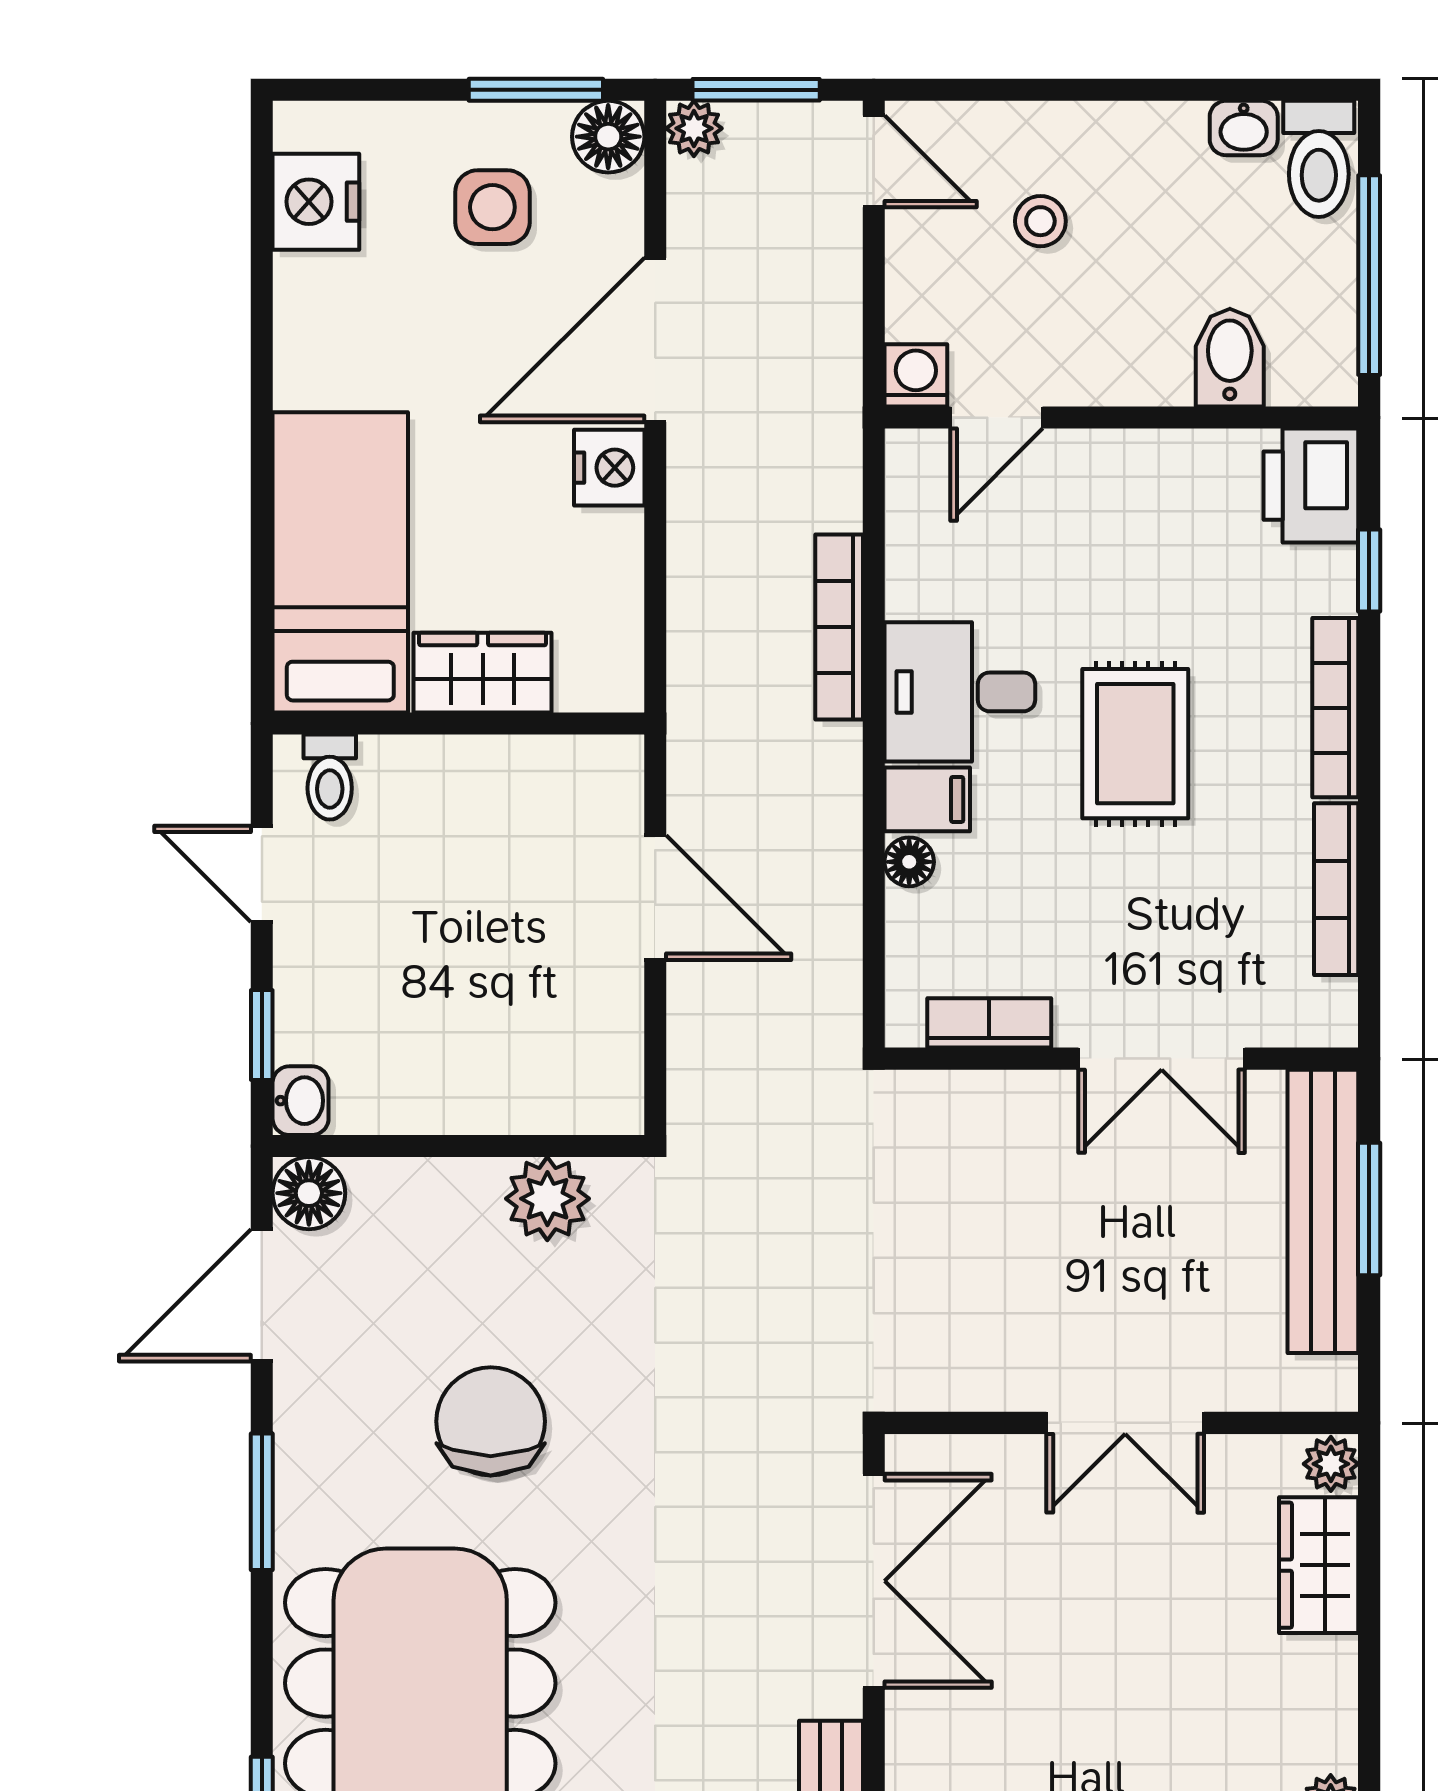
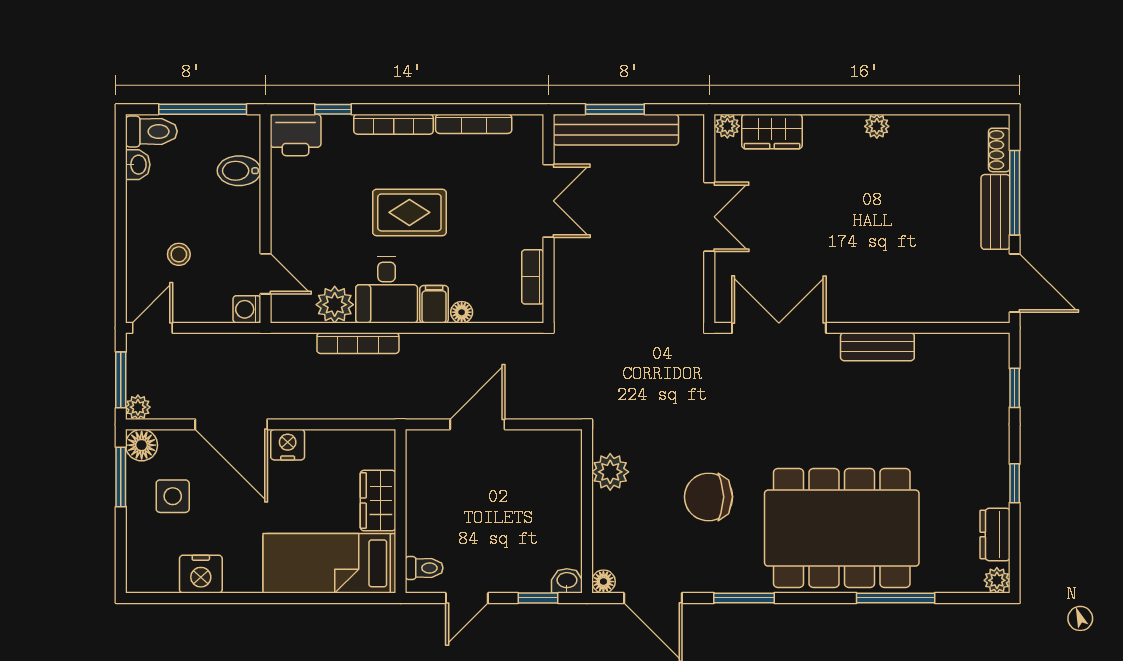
nightstand: (316, 202) -> (201, 574), moved
plant: (927, 574) -> (335, 305), added
floor lamp: (309, 1193) -> (603, 582), width x0.73, depth x0.73

